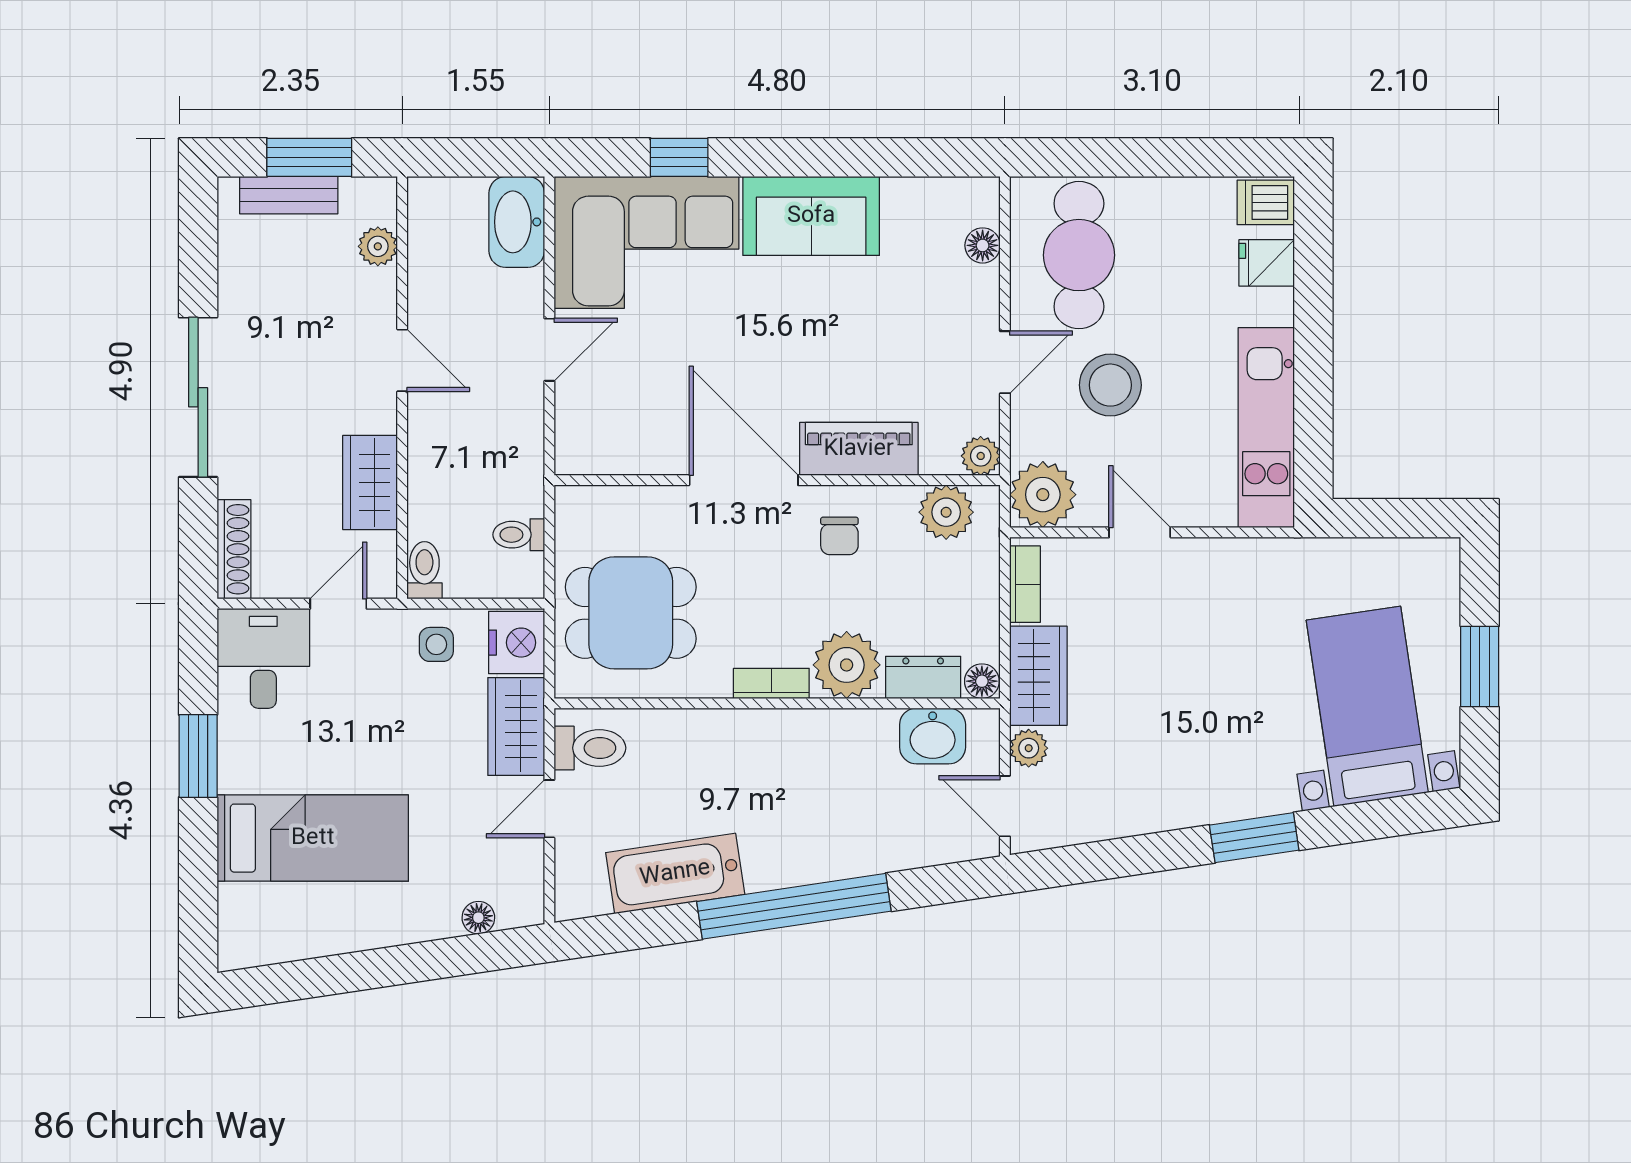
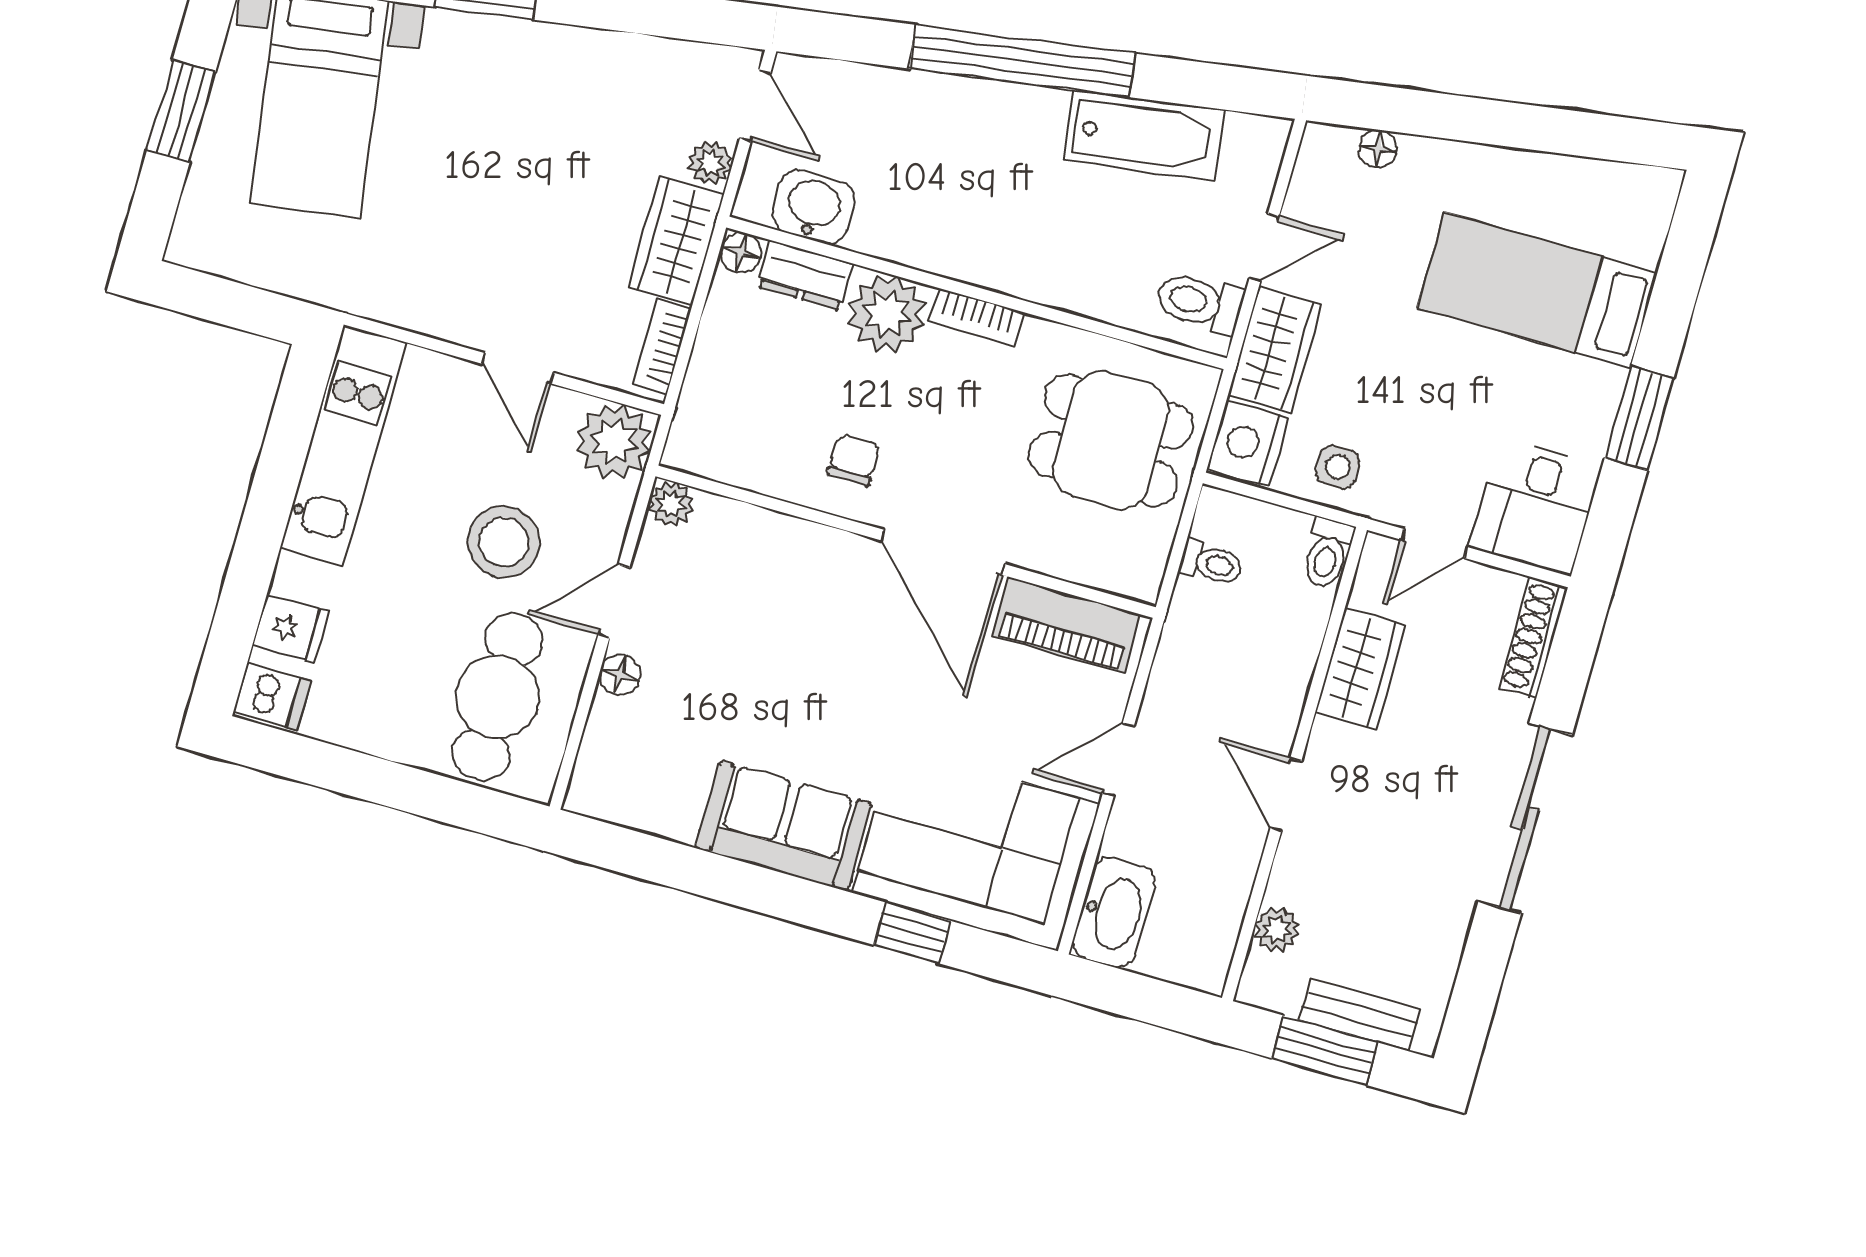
floor lamp: (983, 245) -> (620, 675), moved
piano: (859, 449) -> (1066, 625), moved
plant: (946, 512) -> (727, 452), removed

